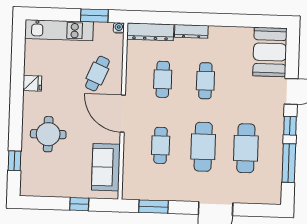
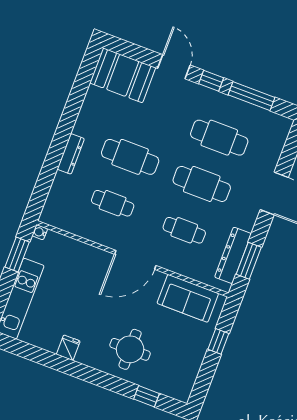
dresser: (150, 32) -> (233, 255), moved, turned 180
cafe table: (97, 74) -> (82, 273), removed
cafe table: (205, 81) -> (130, 157), width x1.37, depth x1.35

